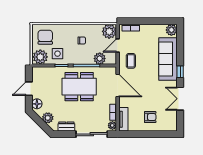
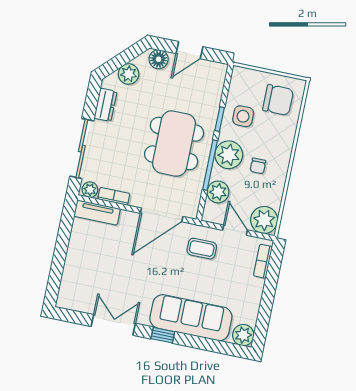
plant: (40, 57) -> (229, 155), moved
door: (29, 89) -> (189, 50), swing flipped
armchair: (150, 117) -> (91, 263), removed

